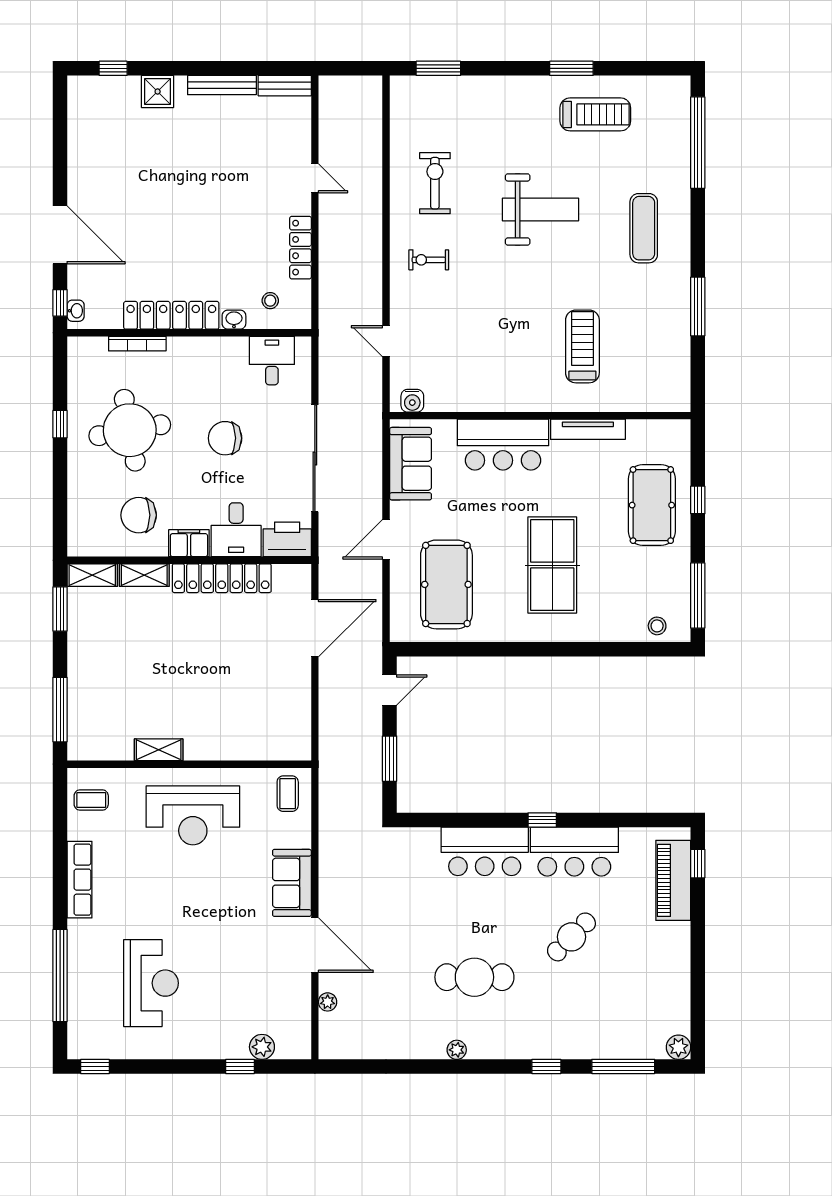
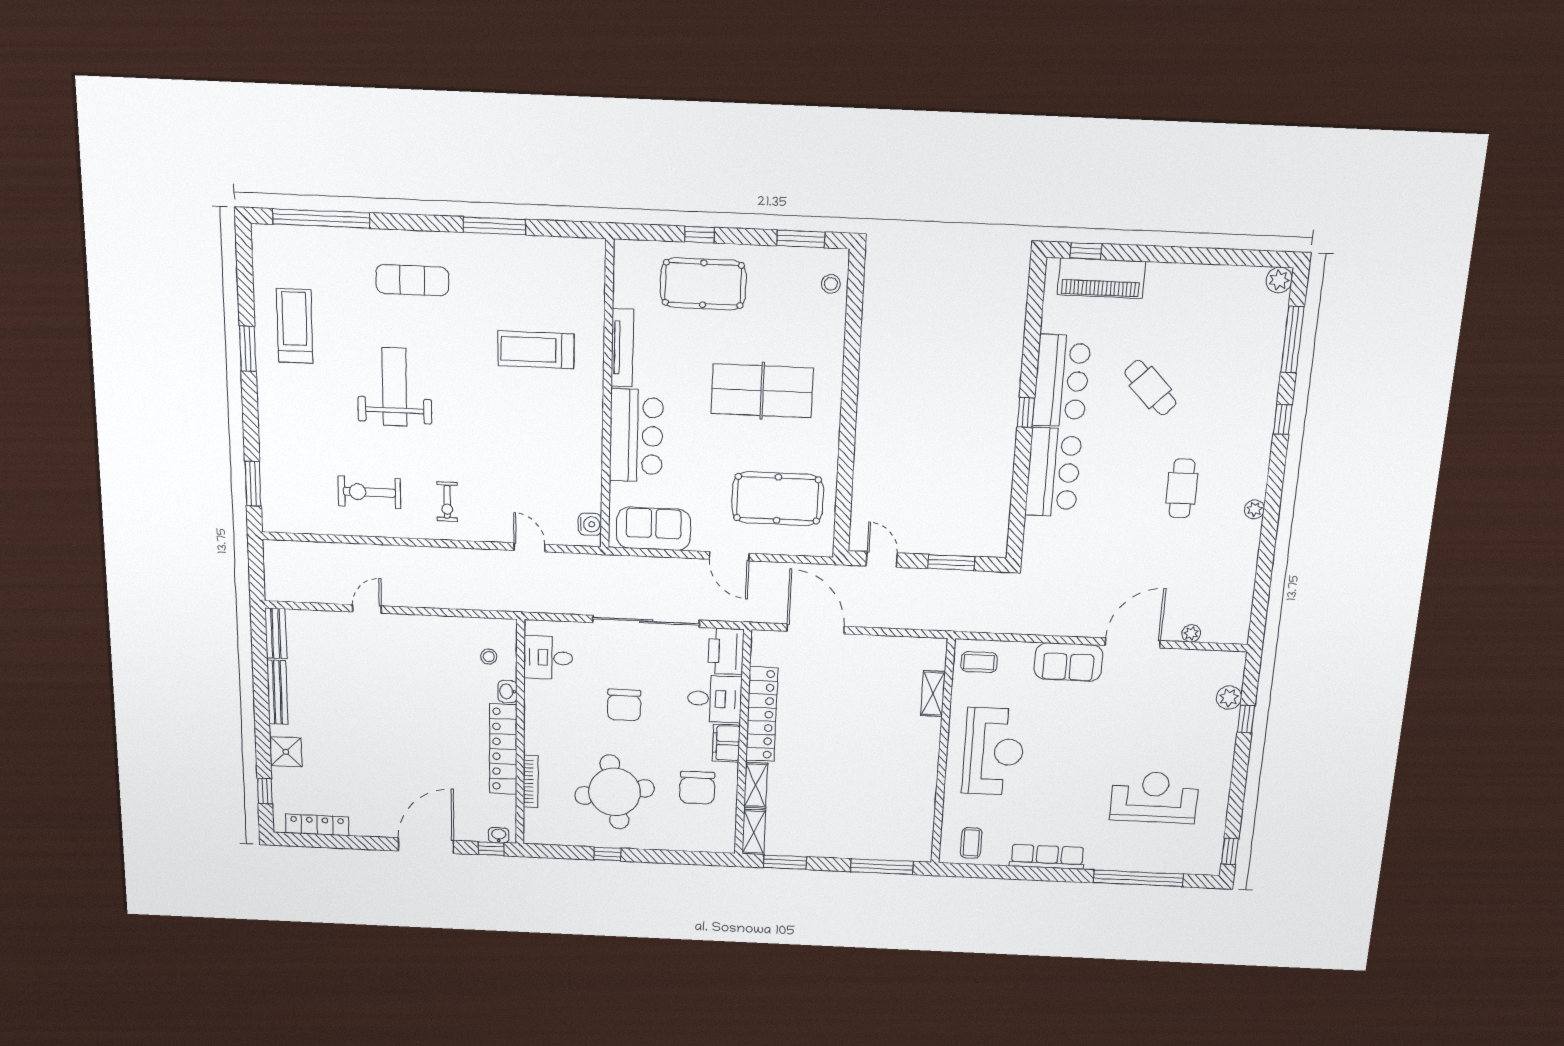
locker: (301, 248) -> (317, 825), moved, turned 180
door: (386, 341) -> (529, 547), swing flipped
window: (698, 596) -> (801, 239), width x0.69
shelving: (159, 750) -> (933, 694), moved
cafe table: (474, 977) -> (1182, 488), width x0.73, depth x0.74

